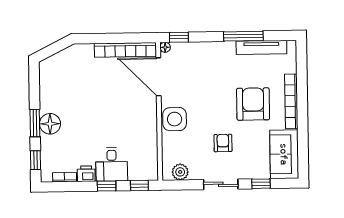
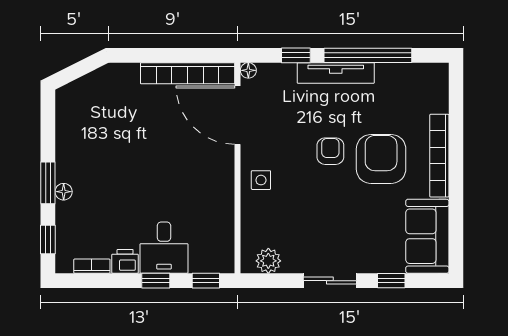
window: (243, 36) -> (368, 55), width x1.46
window: (179, 37) -> (296, 55), moved
tv unit: (261, 47) -> (336, 73), moved
side table: (175, 119) -> (261, 180), width x0.54, depth x0.54
floor lamp: (50, 124) -> (64, 192), width x0.53, depth x0.53
armchair: (223, 143) -> (330, 151), moved

